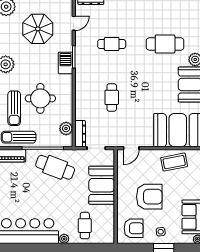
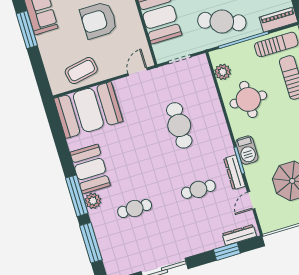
cafe table: (165, 44) -> (135, 208), width x0.73, depth x0.74
cafe table: (112, 97) -> (179, 125), width x1.37, depth x1.35
round table: (40, 98) -> (248, 99), moved
dresser: (80, 134) -> (234, 172), moved

